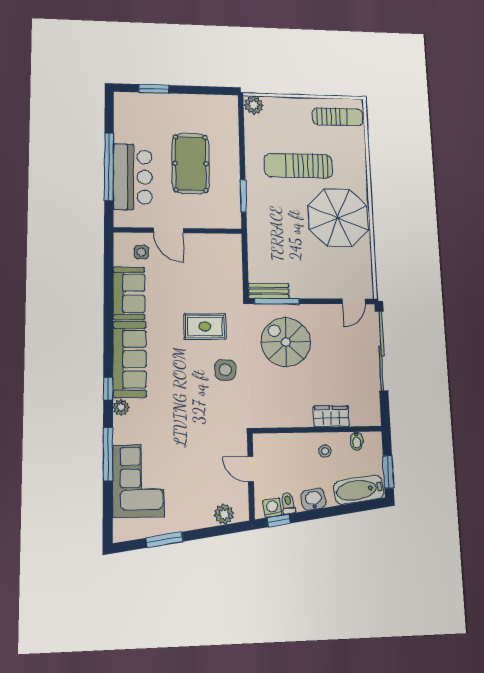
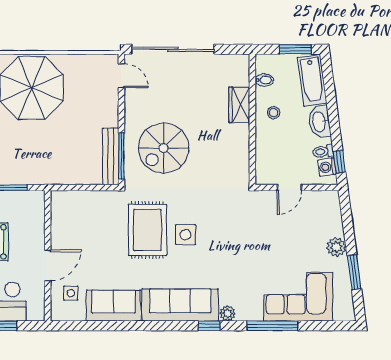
bench: (269, 291) -> (111, 156), width x1.36
rug: (205, 326) -> (147, 230), width x1.36, depth x1.43
side table: (225, 370) -> (185, 235), moved
washbasin: (314, 499) -> (320, 122), width x1.38
plant: (224, 514) -> (336, 247), moved

